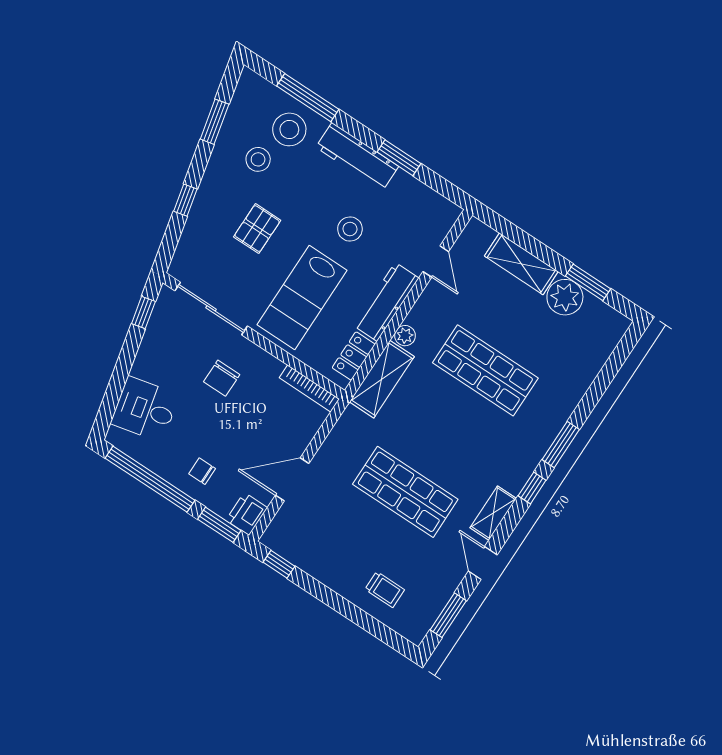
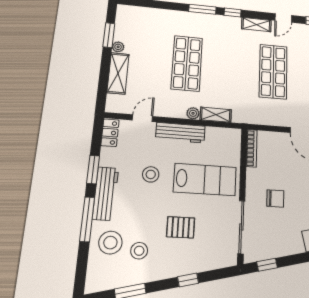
window: (308, 98) -> (87, 219), moved
plant: (565, 297) -> (118, 47), width x0.53, depth x0.53
locker: (354, 356) -> (110, 133), moved, turned -90
shelving: (382, 379) -> (216, 115), width x0.67, depth x0.75

